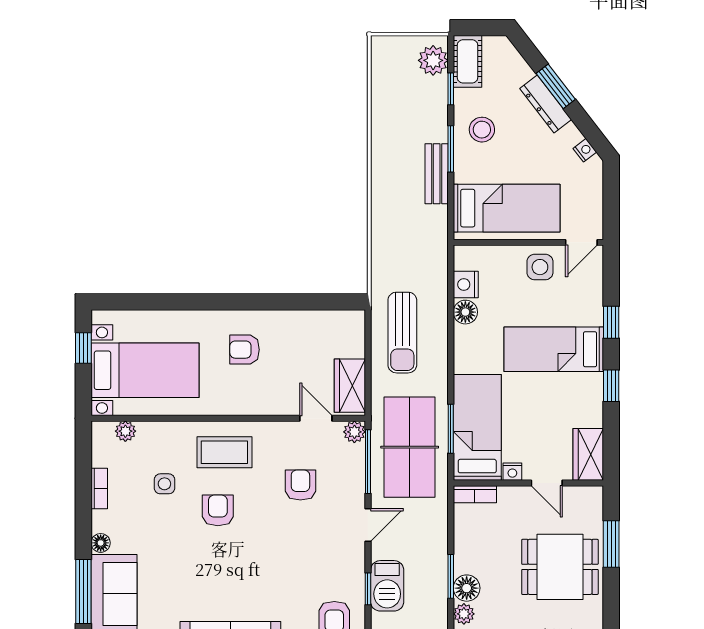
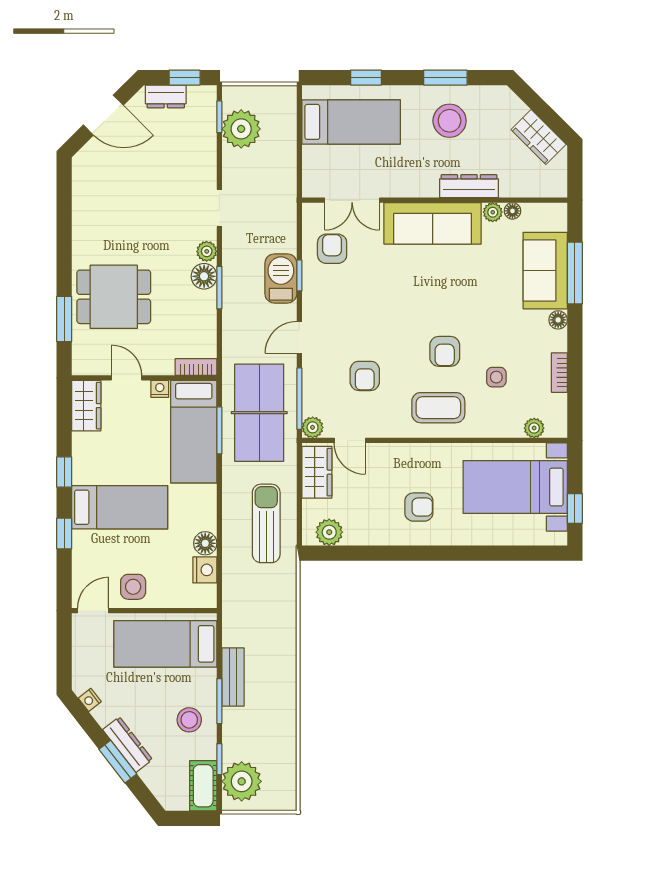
plant: (433, 60) -> (242, 781), width x1.36, depth x1.36
plant: (337, 324) -> (329, 532), added

